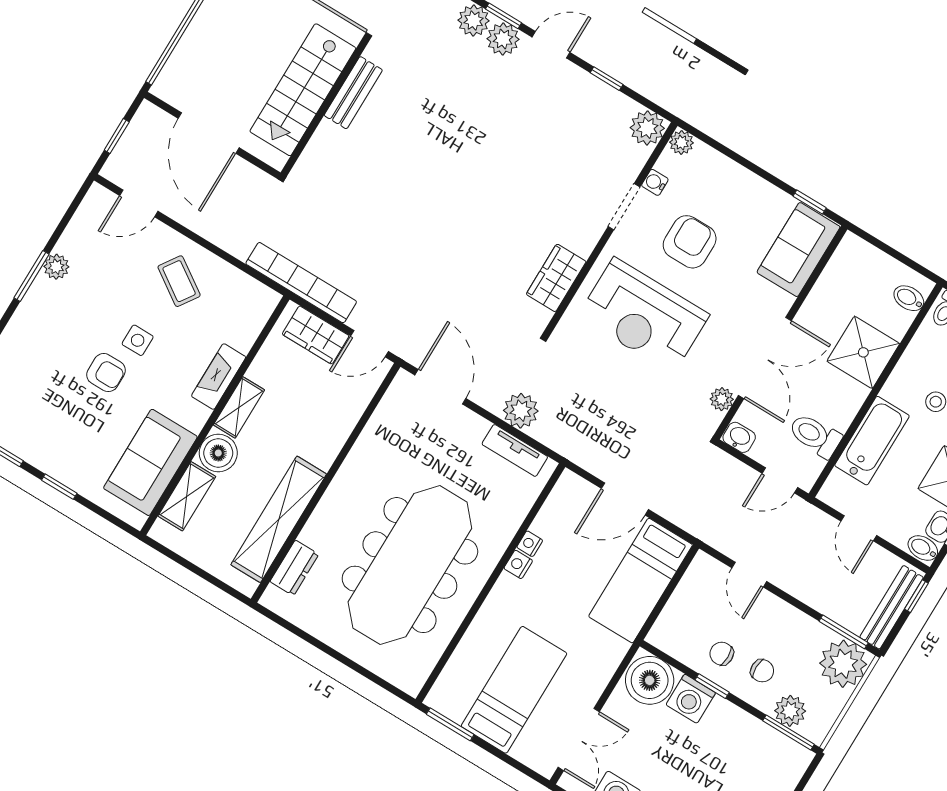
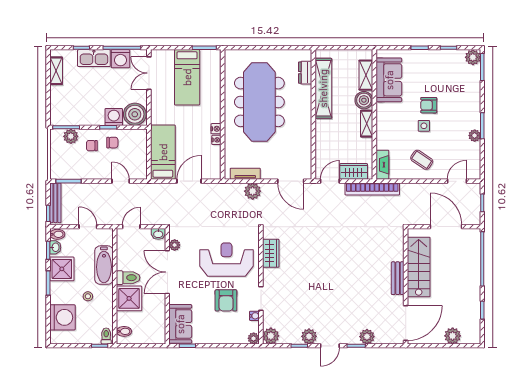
plant: (503, 39) -> (309, 336), moved
fireplace: (219, 377) -> (382, 165), moved
toilet: (815, 435) -> (128, 278), moved
plant: (843, 664) -> (61, 168), removed

